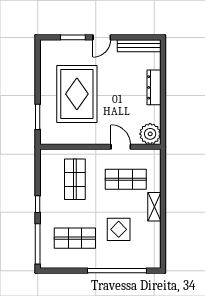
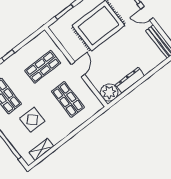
dresser: (154, 87) -> (130, 80), moved
door: (121, 147) -> (78, 69), moved
shelving: (154, 207) -> (41, 149), moved

